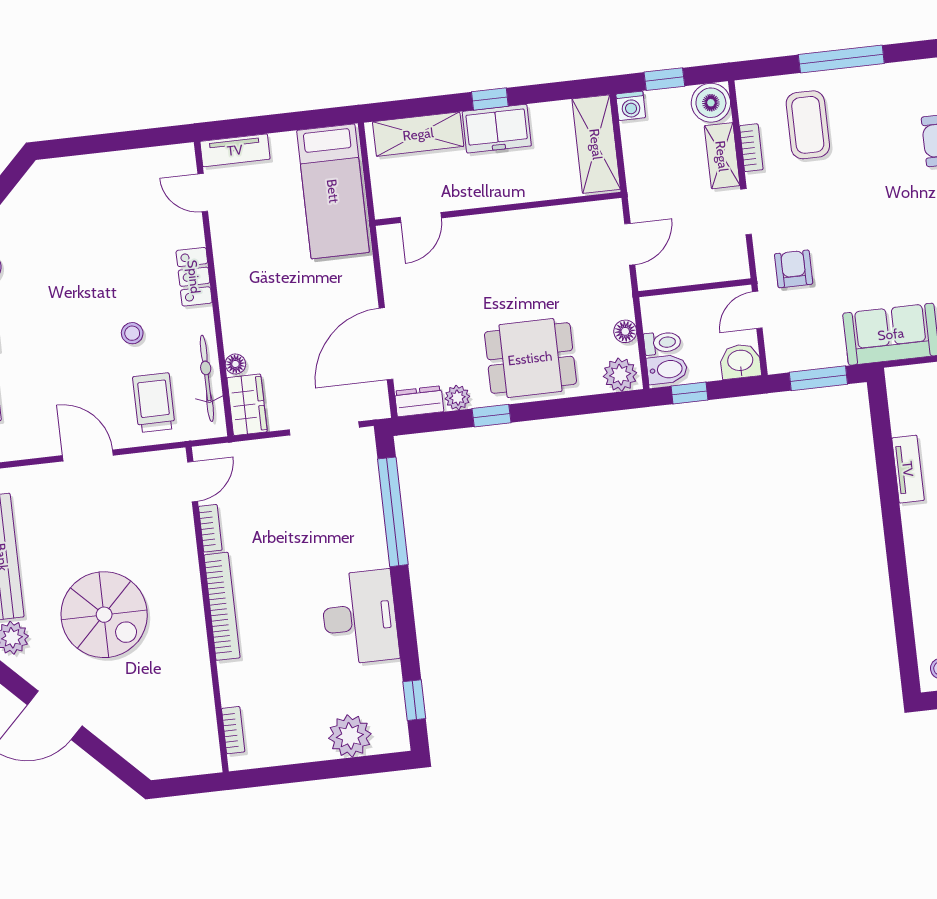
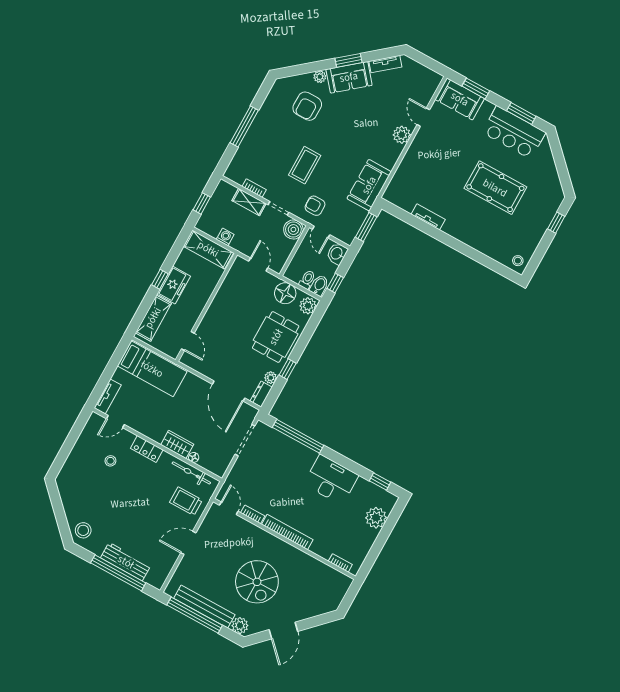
boiler: (711, 103) -> (293, 230), moved
washing machine: (631, 106) -> (225, 237), moved, turned -90
coffee table: (808, 125) -> (305, 165), moved, turned 90
floor lamp: (625, 331) -> (285, 293), width x1.89, depth x1.89
stool: (132, 333) -> (110, 461), moved
wardrobe: (247, 405) -> (177, 444), moved
spiral stairs: (104, 615) -> (257, 582), turned 90

